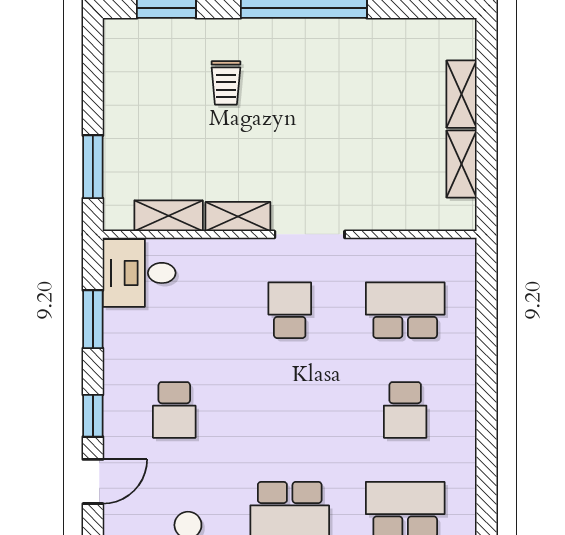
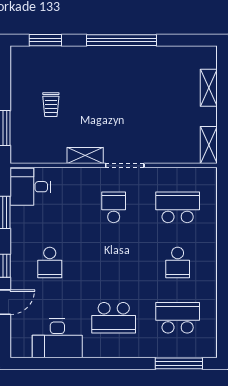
trolley: (226, 83) -> (51, 105), moved
shelving: (462, 164) -> (209, 145), moved
shelving: (169, 216) -> (47, 155), removed

